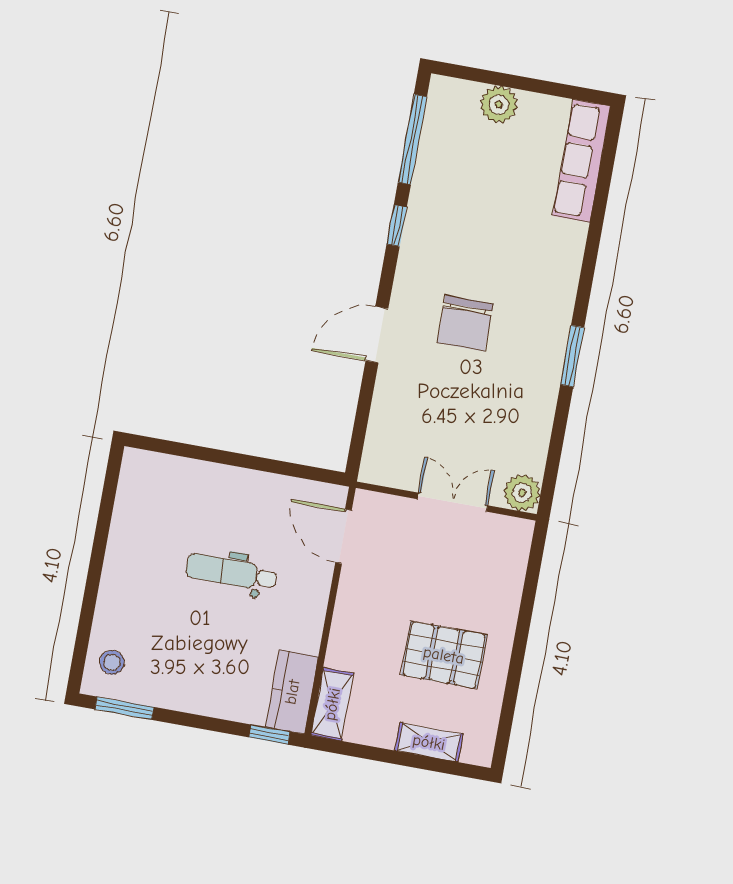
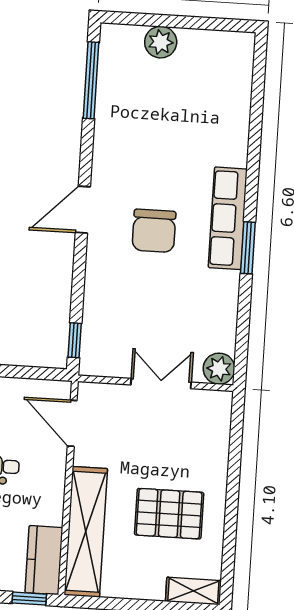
row of seats: (582, 161) -> (228, 218), moved
window: (397, 226) -> (75, 340), moved
door: (377, 335) -> (83, 210), moved
shelving: (332, 704) -> (86, 532), width x2.20, depth x1.33
shelving: (429, 742) -> (193, 591), moved

